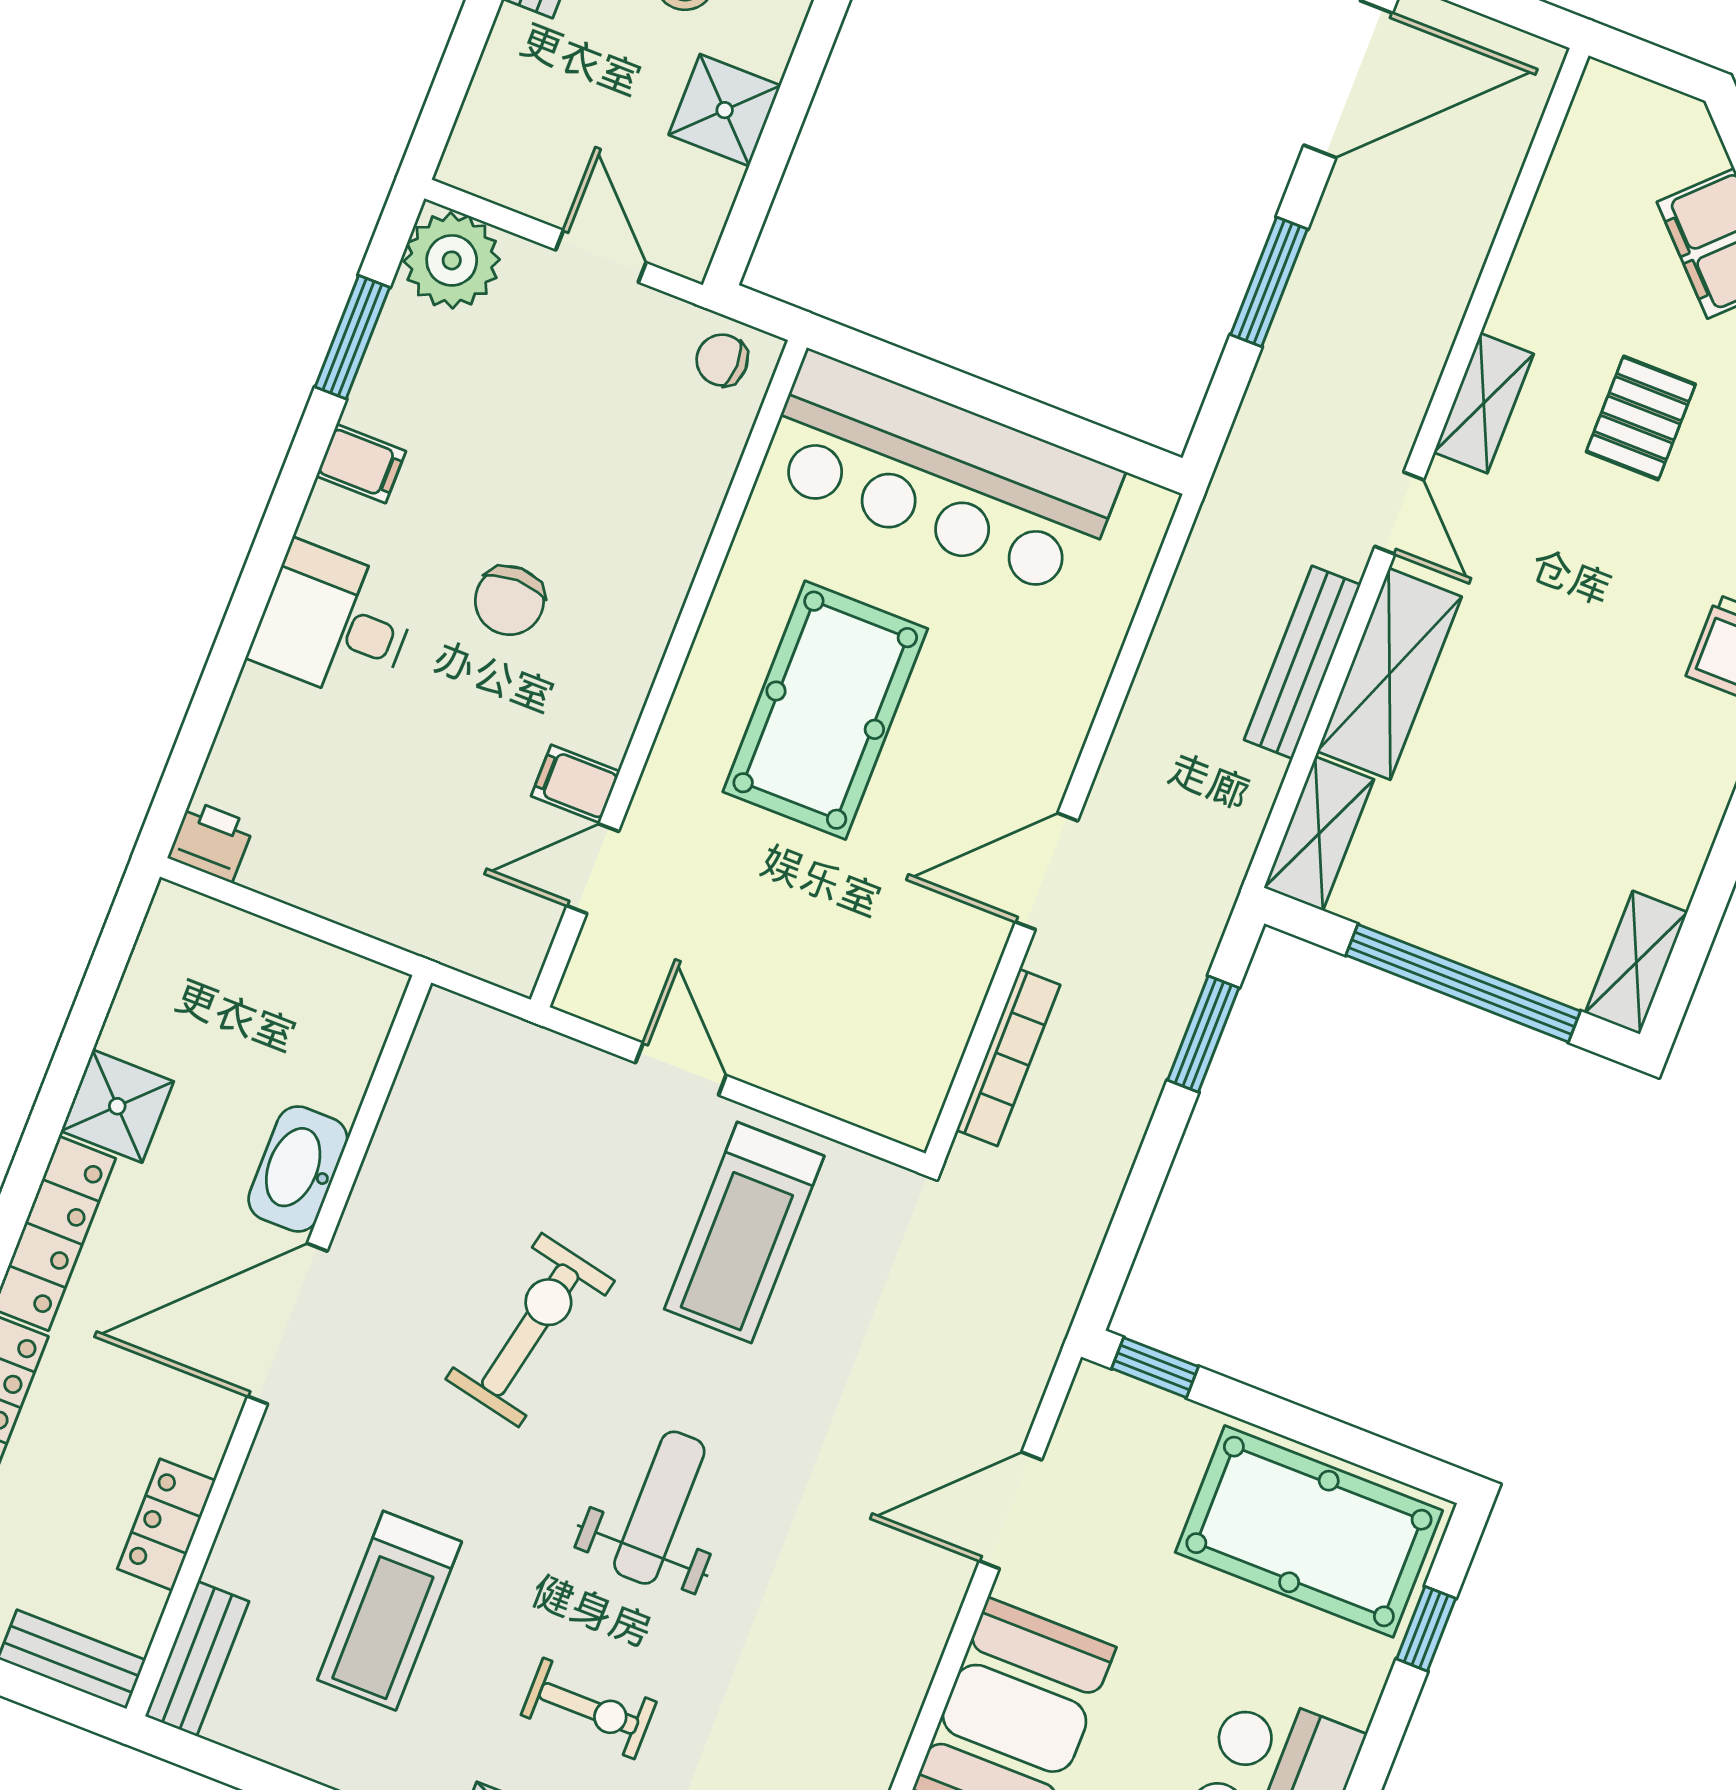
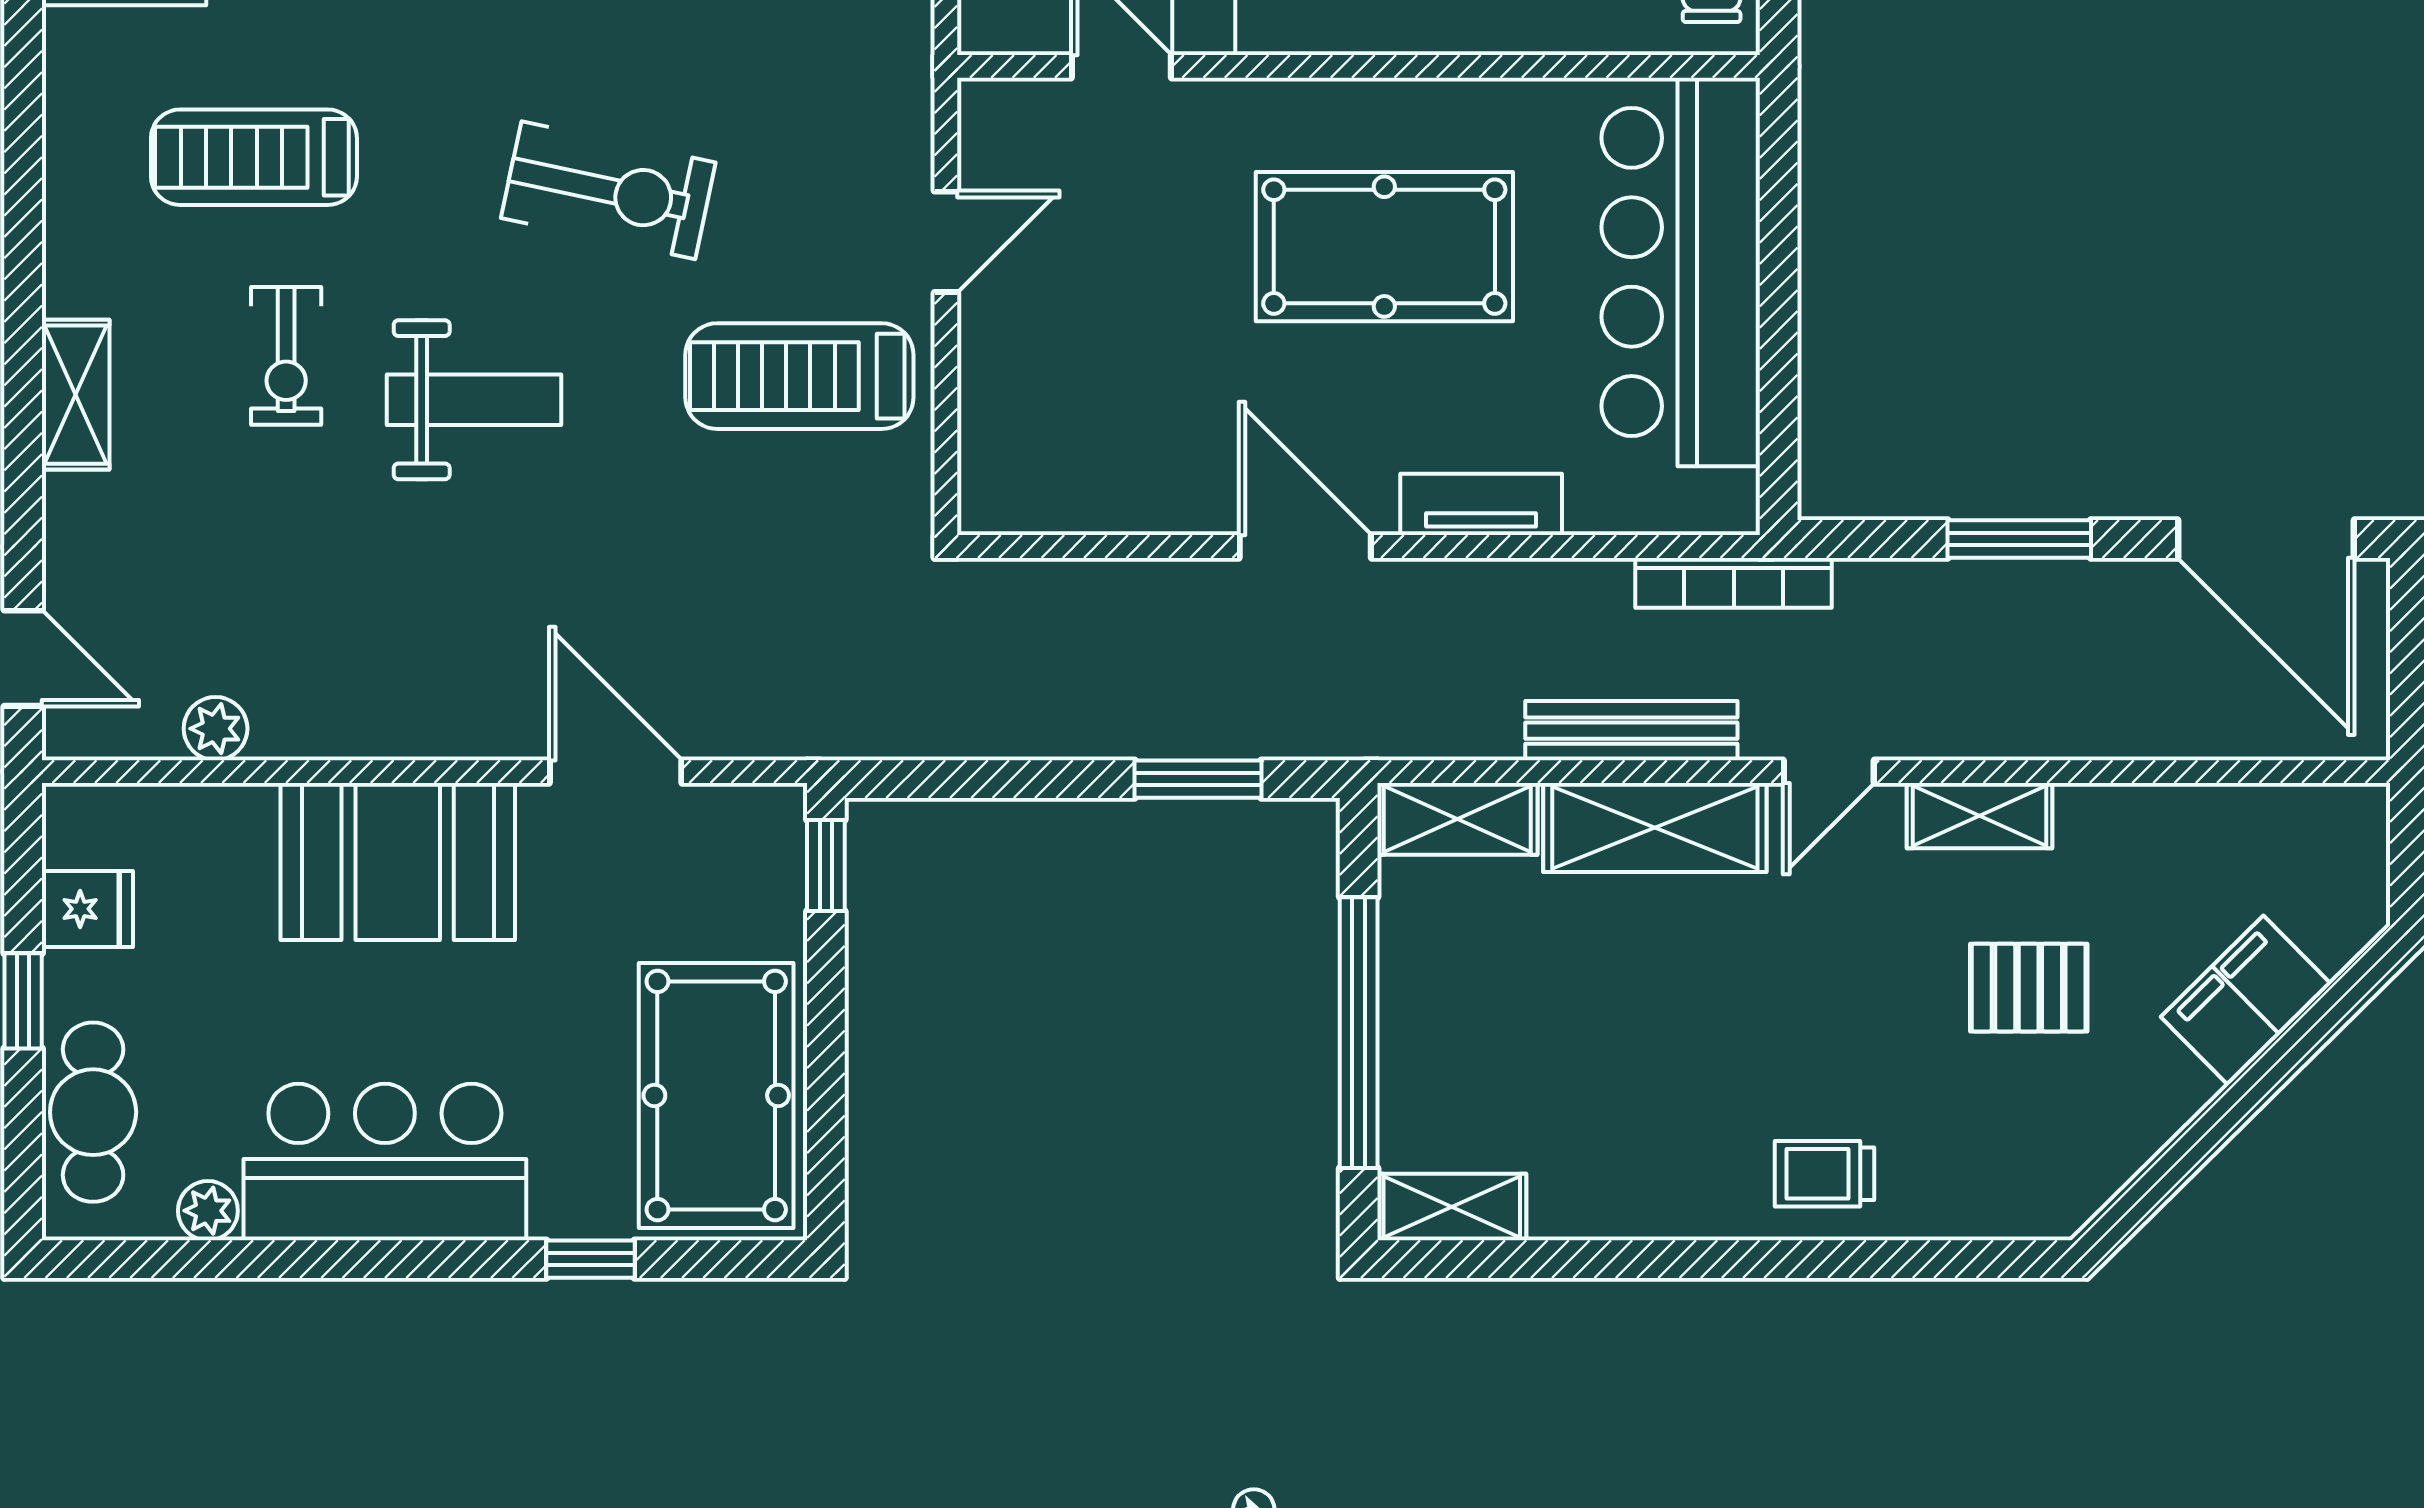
tv unit: (1068, 713) -> (1481, 504), added
bookcase: (1008, 1057) -> (1734, 583), moved
window: (1426, 1629) -> (591, 1259), moved
exercise bike: (589, 1708) -> (286, 356), moved

